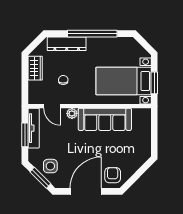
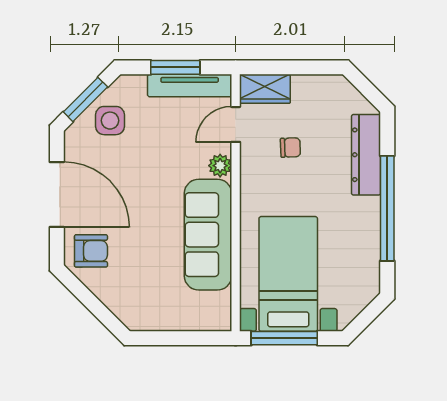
wardrobe: (35, 68) -> (265, 89), moved
window: (154, 83) -> (284, 338), width x1.44

